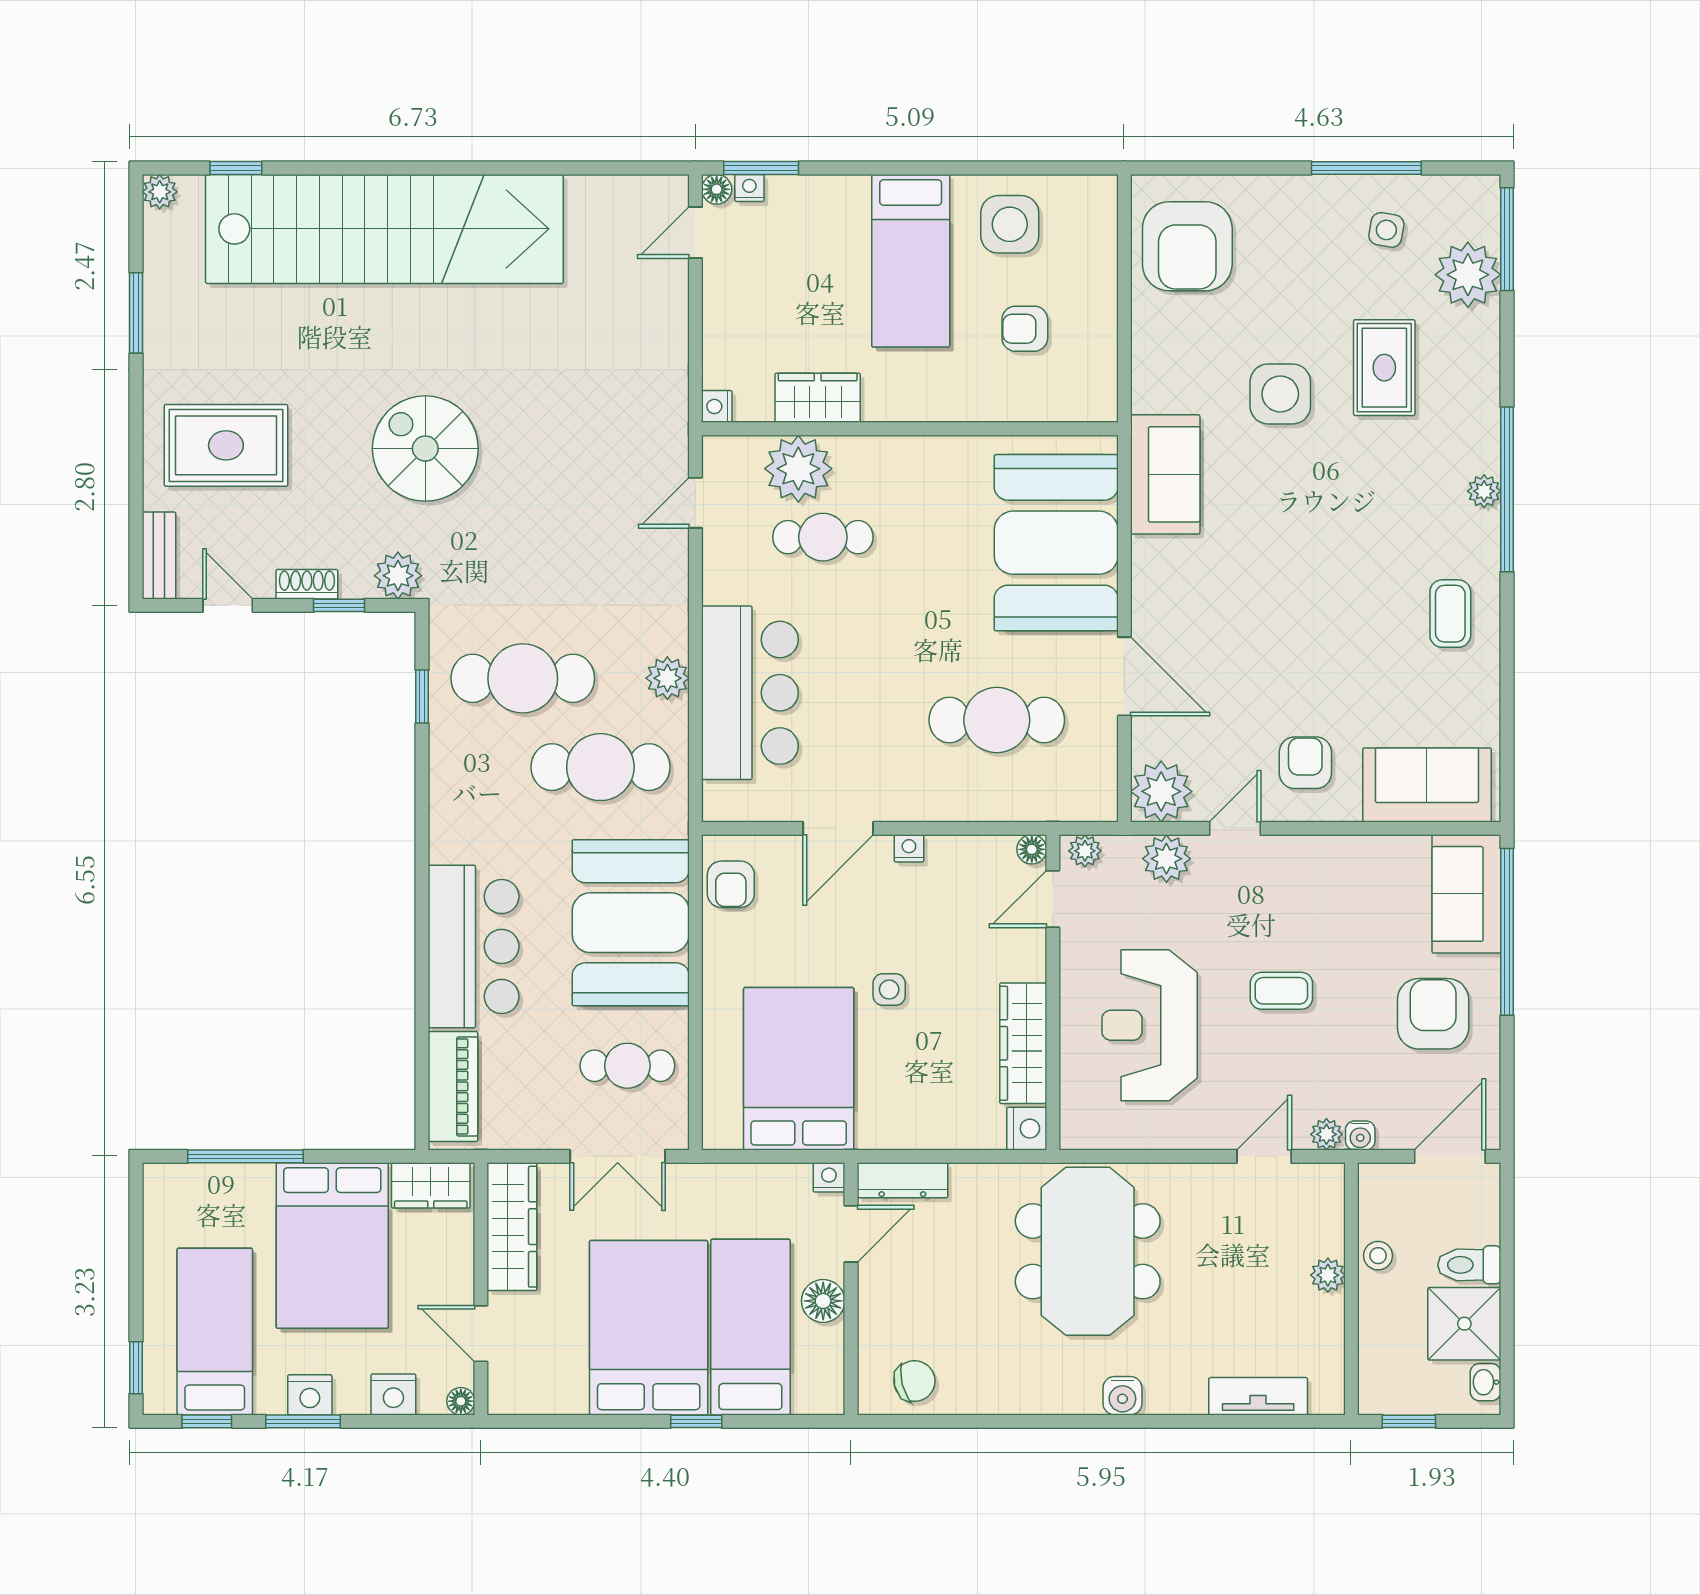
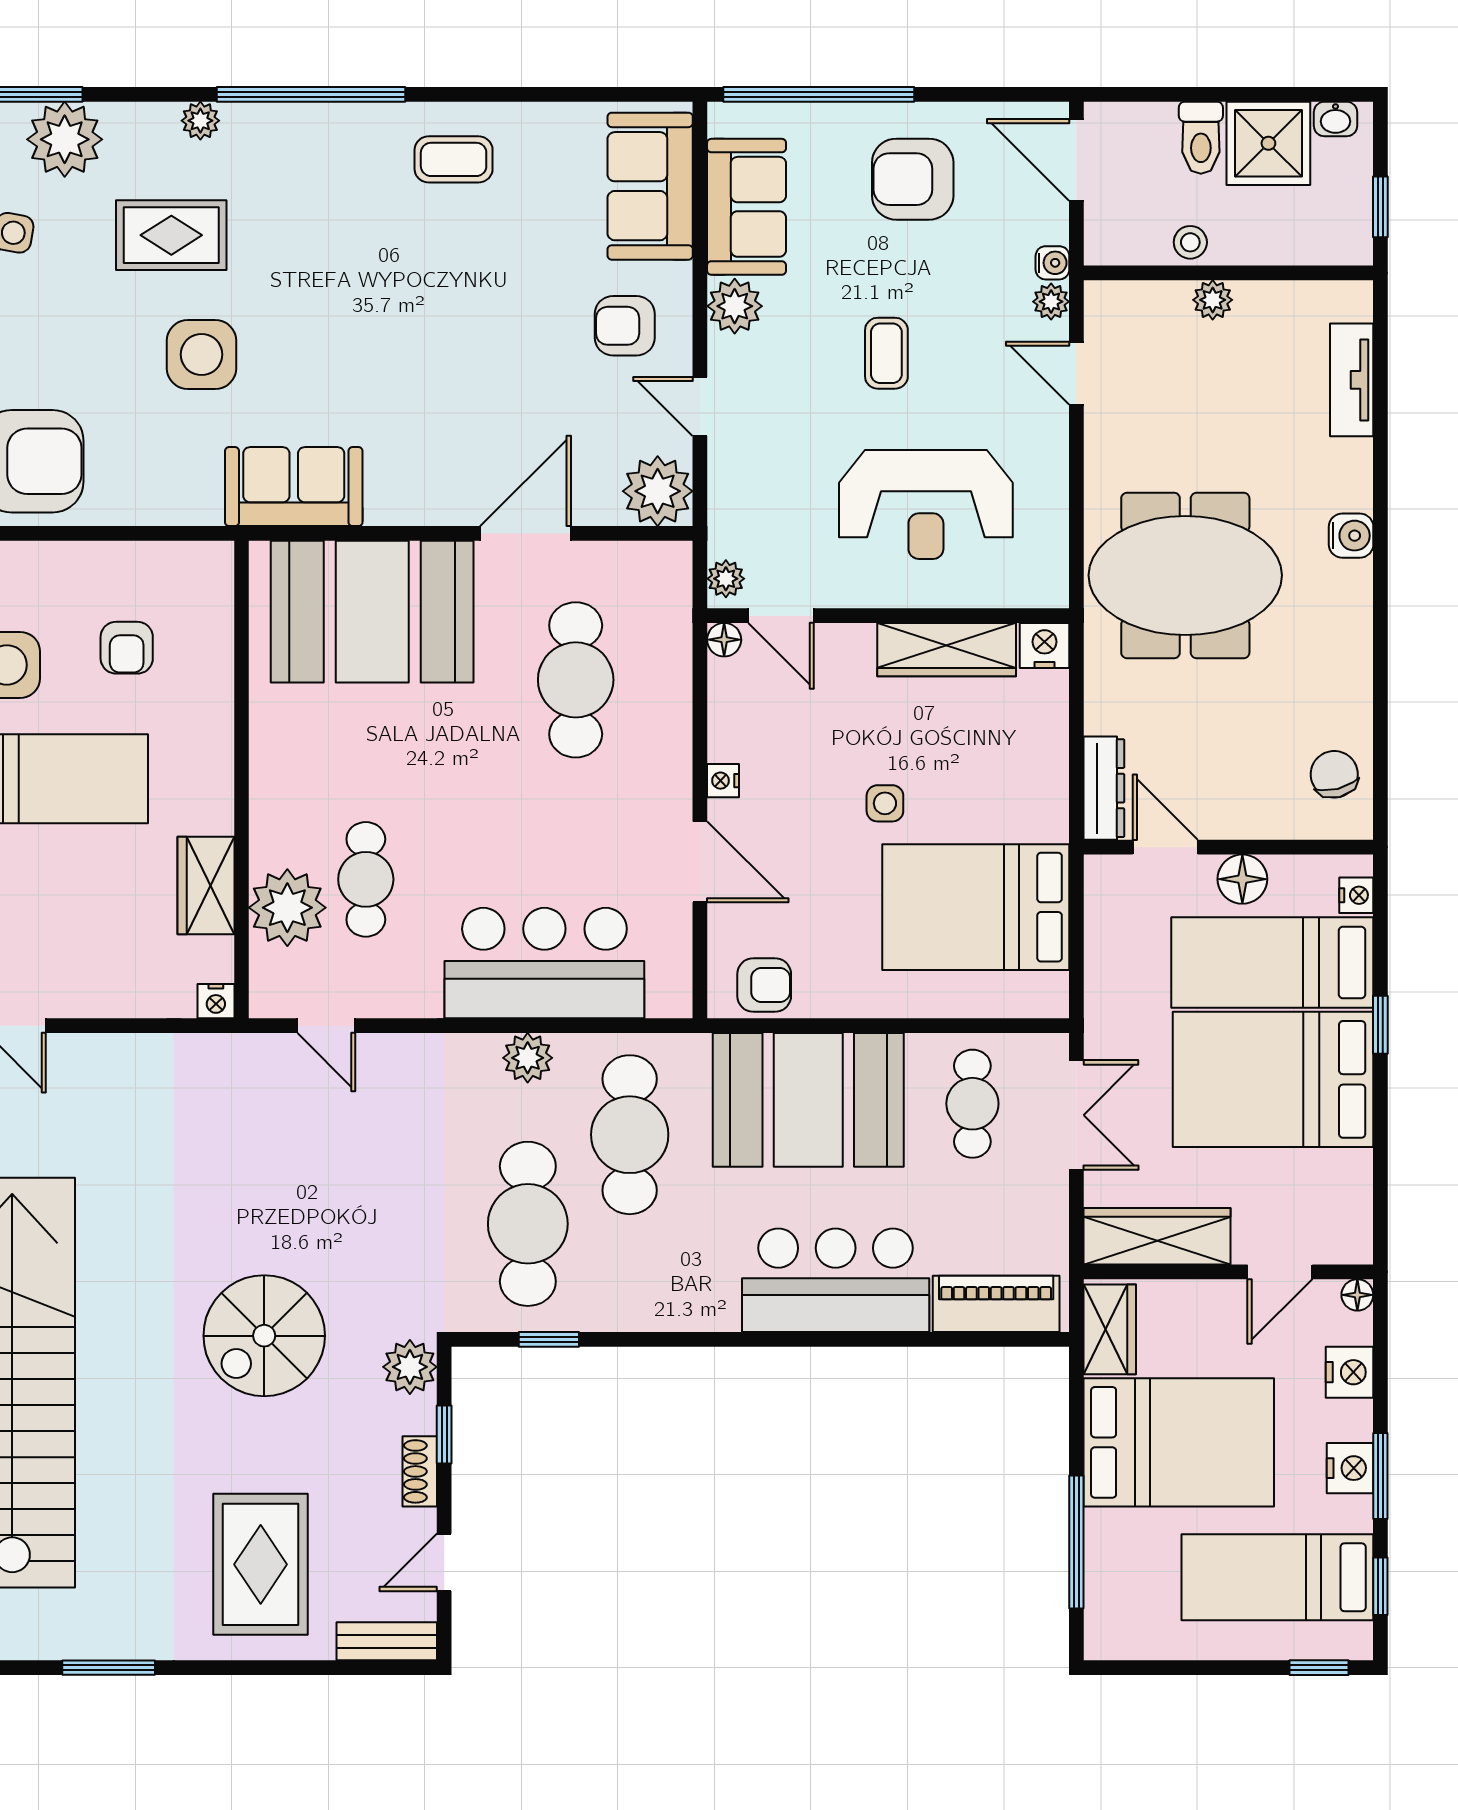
plant: (1484, 491) -> (200, 121), moved
plant: (1166, 859) -> (735, 306), moved
sofa: (1466, 894) -> (747, 207), moved, turned -90
nightstand: (829, 1177) -> (1356, 895), moved, turned 180

